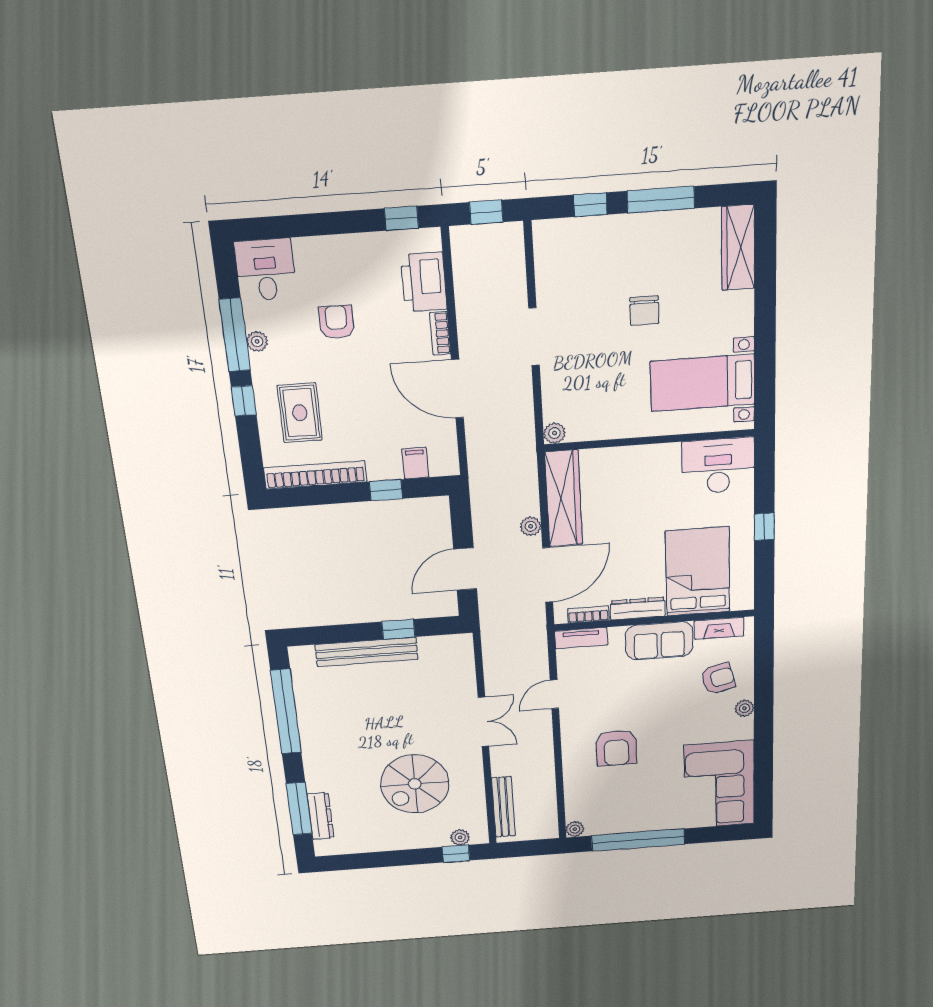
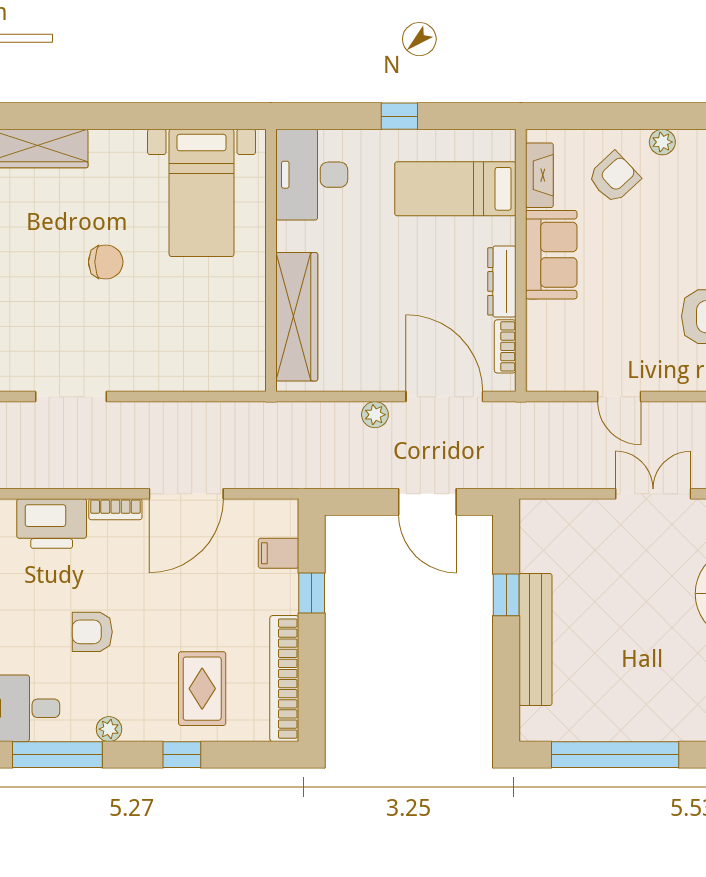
window: (235, 335) -> (57, 755), moved
doorway: (534, 337) -> (71, 397), moved
rug: (300, 413) -> (202, 689), turned 90
plant: (554, 433) -> (253, 378), removed
wardrobe: (564, 498) -> (297, 317), moved, turned 90
bed: (698, 572) -> (455, 189), width x0.67
tv unit: (581, 638) -> (539, 357), removed
armchair: (718, 678) -> (614, 177), turned 61

